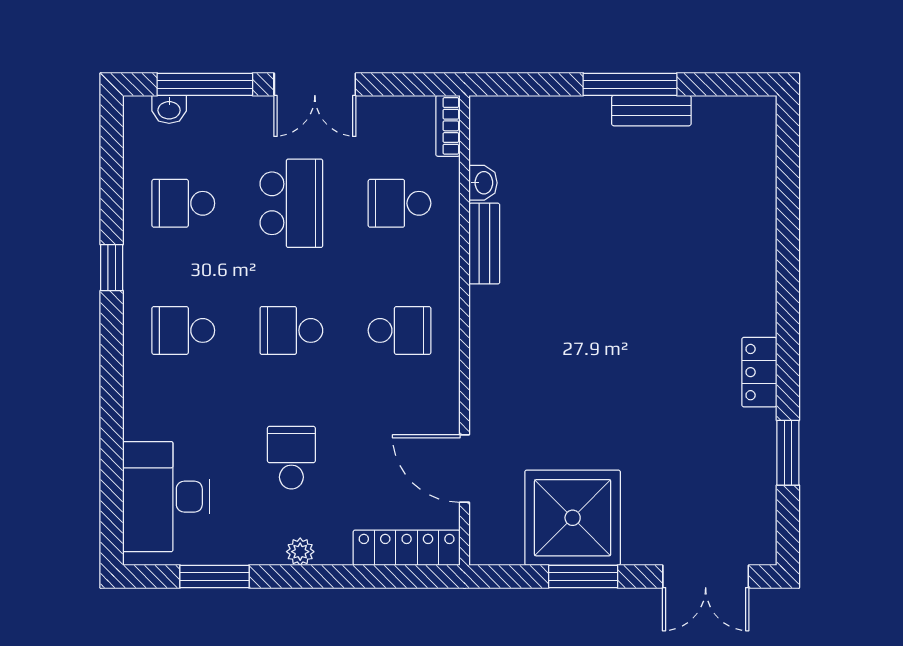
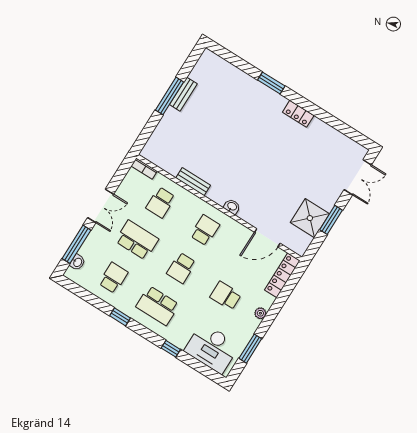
washbasin: (483, 183) -> (232, 207), moved
school desk: (183, 203) -> (113, 278), turned 180
school desk: (183, 330) -> (158, 306), width x1.85
window: (112, 413) -> (171, 349), added
window: (788, 453) -> (271, 83), moved
shower: (573, 518) -> (310, 218), width x0.73, depth x0.73

